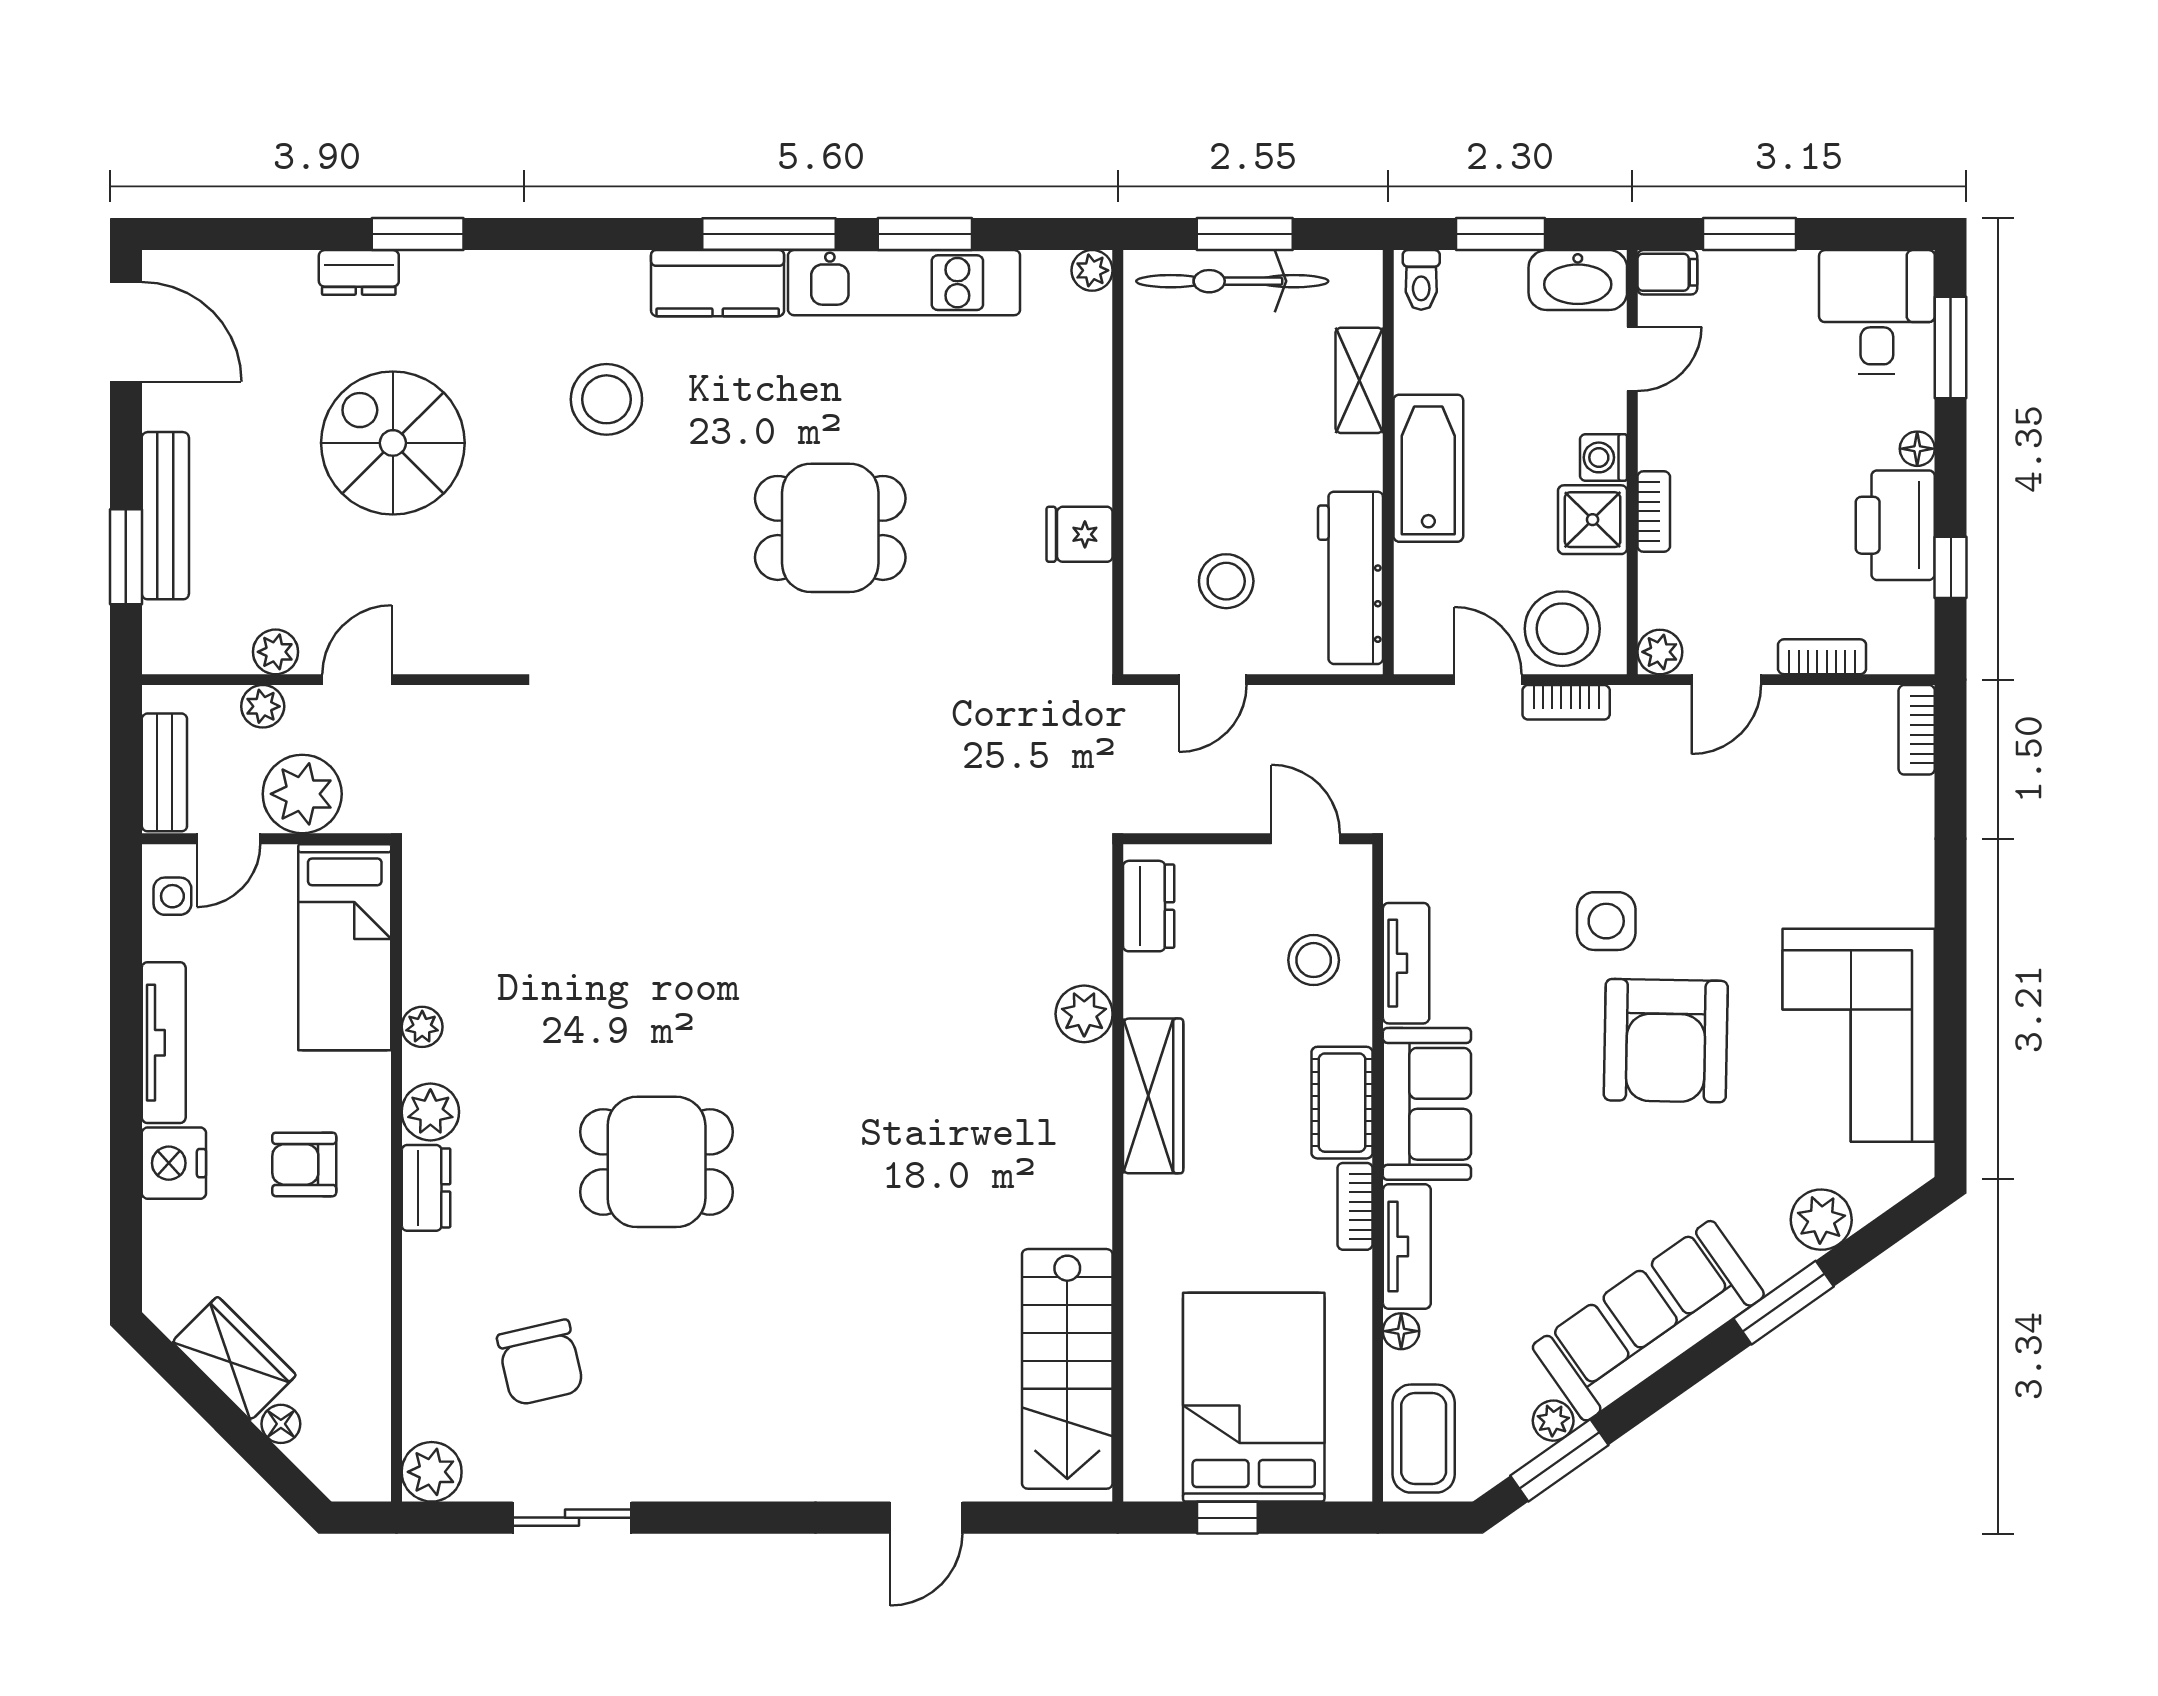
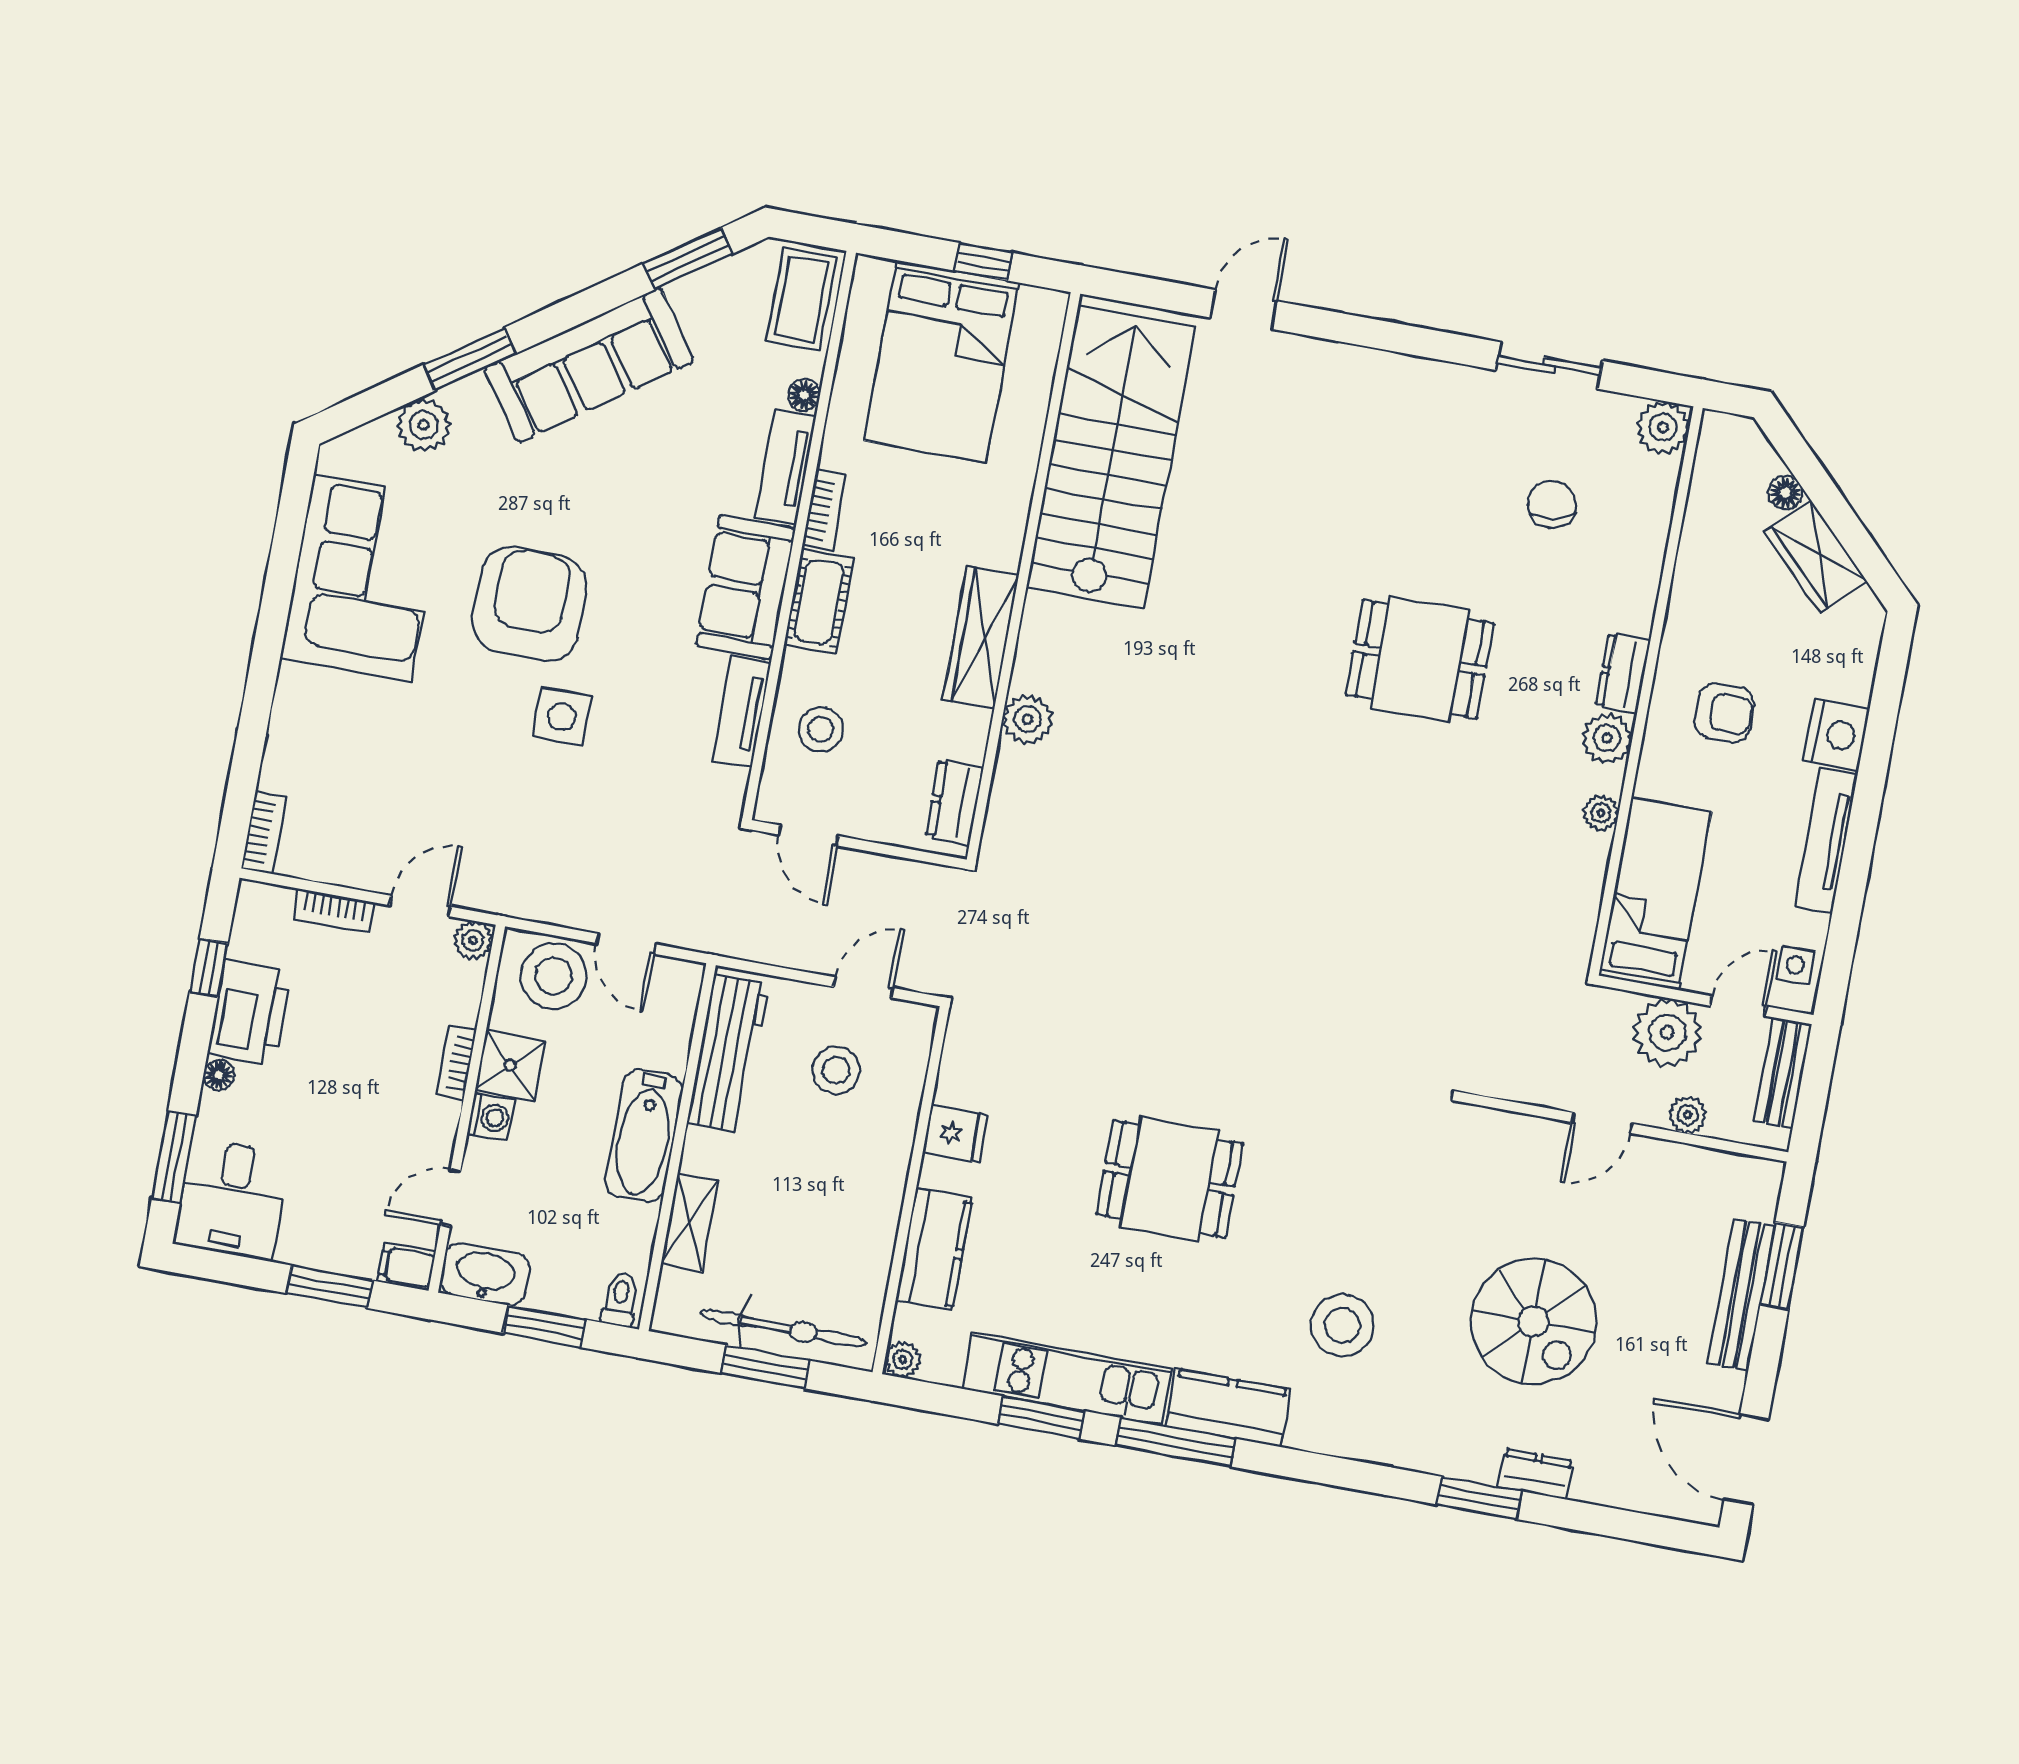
kitchen counter: (1080, 400) -> (934, 1250), added
plant: (276, 652) -> (1668, 1160), removed
bookcase: (1566, 702) -> (562, 912), removed
chair: (540, 1363) -> (1552, 504), width x0.73, depth x0.73
stairs: (1067, 1369) -> (1111, 457), width x1.36, depth x1.51
plant: (1553, 1421) -> (687, 294), removed

